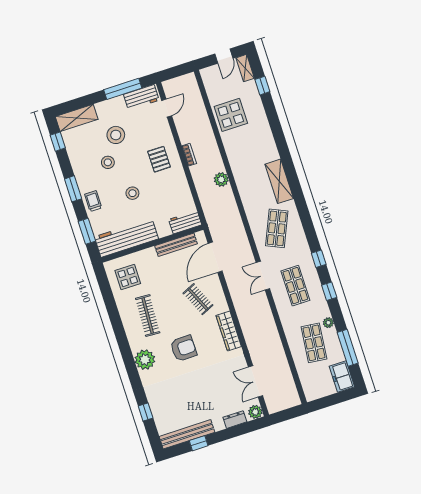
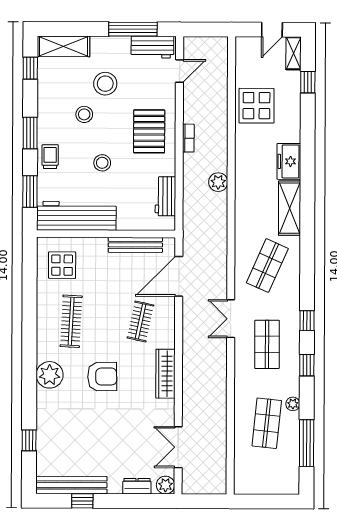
pallet: (159, 159) -> (149, 131), width x1.50, depth x1.42
workbench: (185, 222) -> (165, 196), moved, turned -90
clothes rail: (198, 299) -> (140, 321), turned 36
freezer: (342, 377) -> (289, 161), moved

